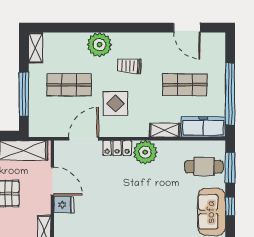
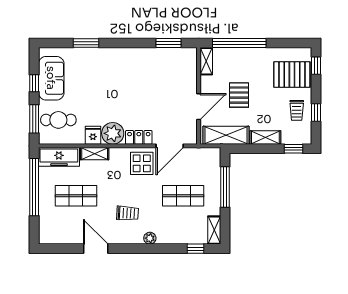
window: (56, 28) -> (196, 249), added
door: (187, 28) -> (96, 249), moved
plant: (99, 45) -> (150, 238), width x0.53, depth x0.53
display table: (116, 104) -> (142, 163), moved
door: (52, 181) -> (199, 107), swing flipped
fridge: (64, 205) -> (93, 135), moved, turned 90

